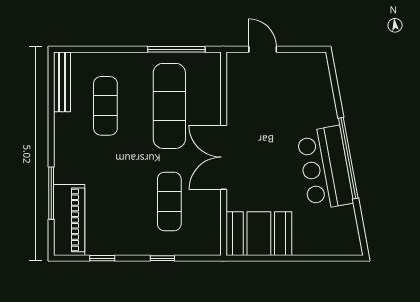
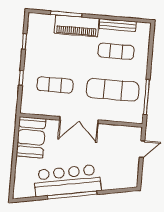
bench: (62, 82) -> (118, 25), moved
double door: (224, 157) -> (79, 120), swing flipped
bar counter: (325, 168) -> (67, 181), width x1.36
piano: (69, 220) -> (77, 26), moved

